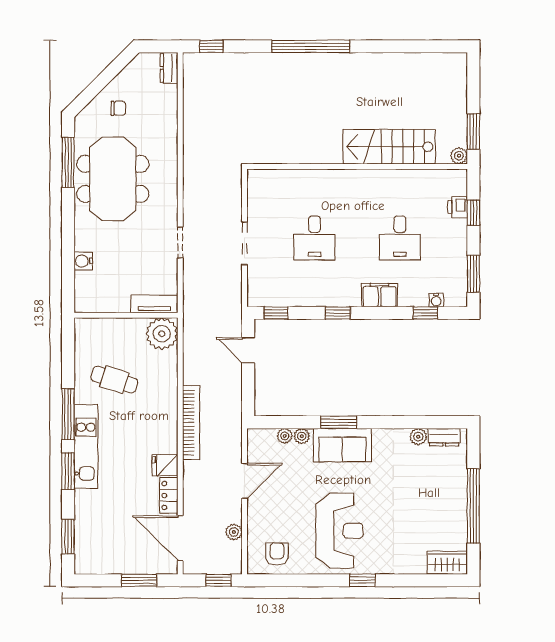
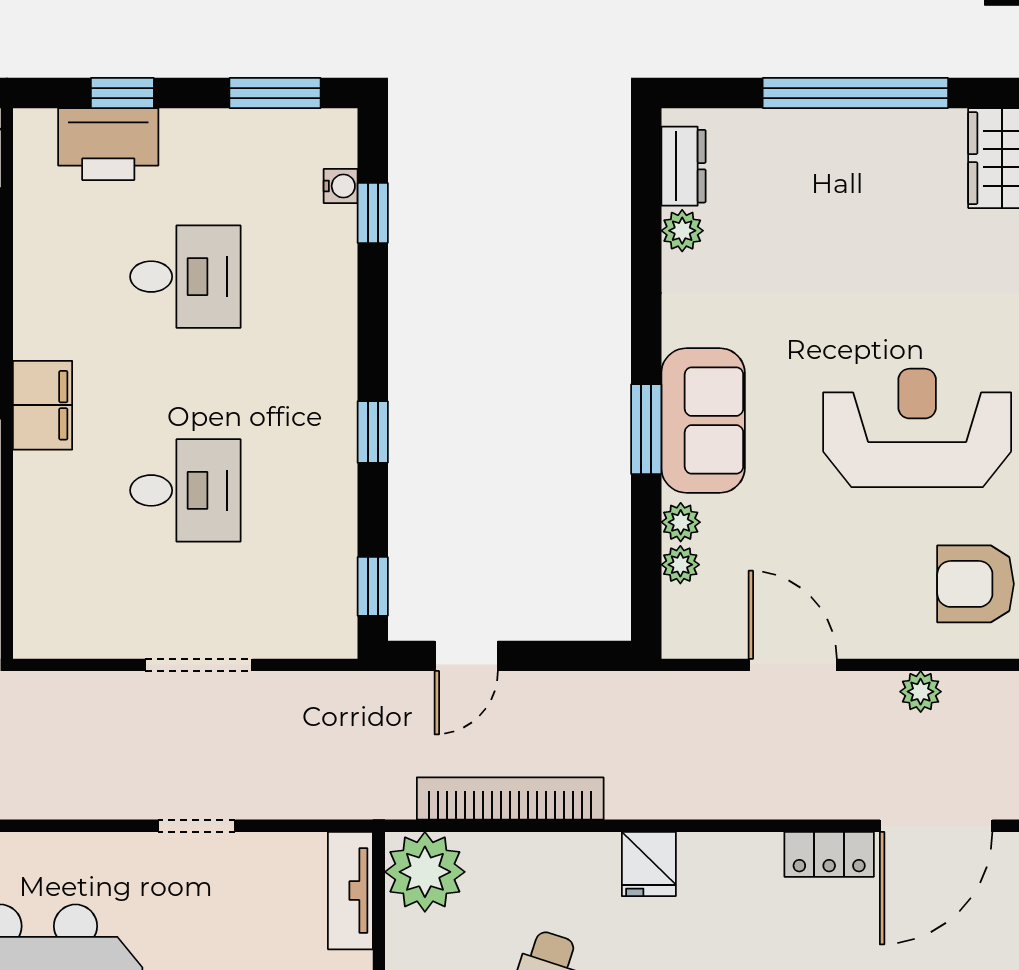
printer: (458, 207) -> (108, 144), width x1.87, depth x1.48
filing cabinet: (380, 295) -> (43, 405), moved, turned 180
bookcase: (191, 423) -> (510, 799), moved
fridge: (165, 465) -> (649, 864), moved
armchair: (277, 554) -> (976, 584), width x1.38, depth x1.38

